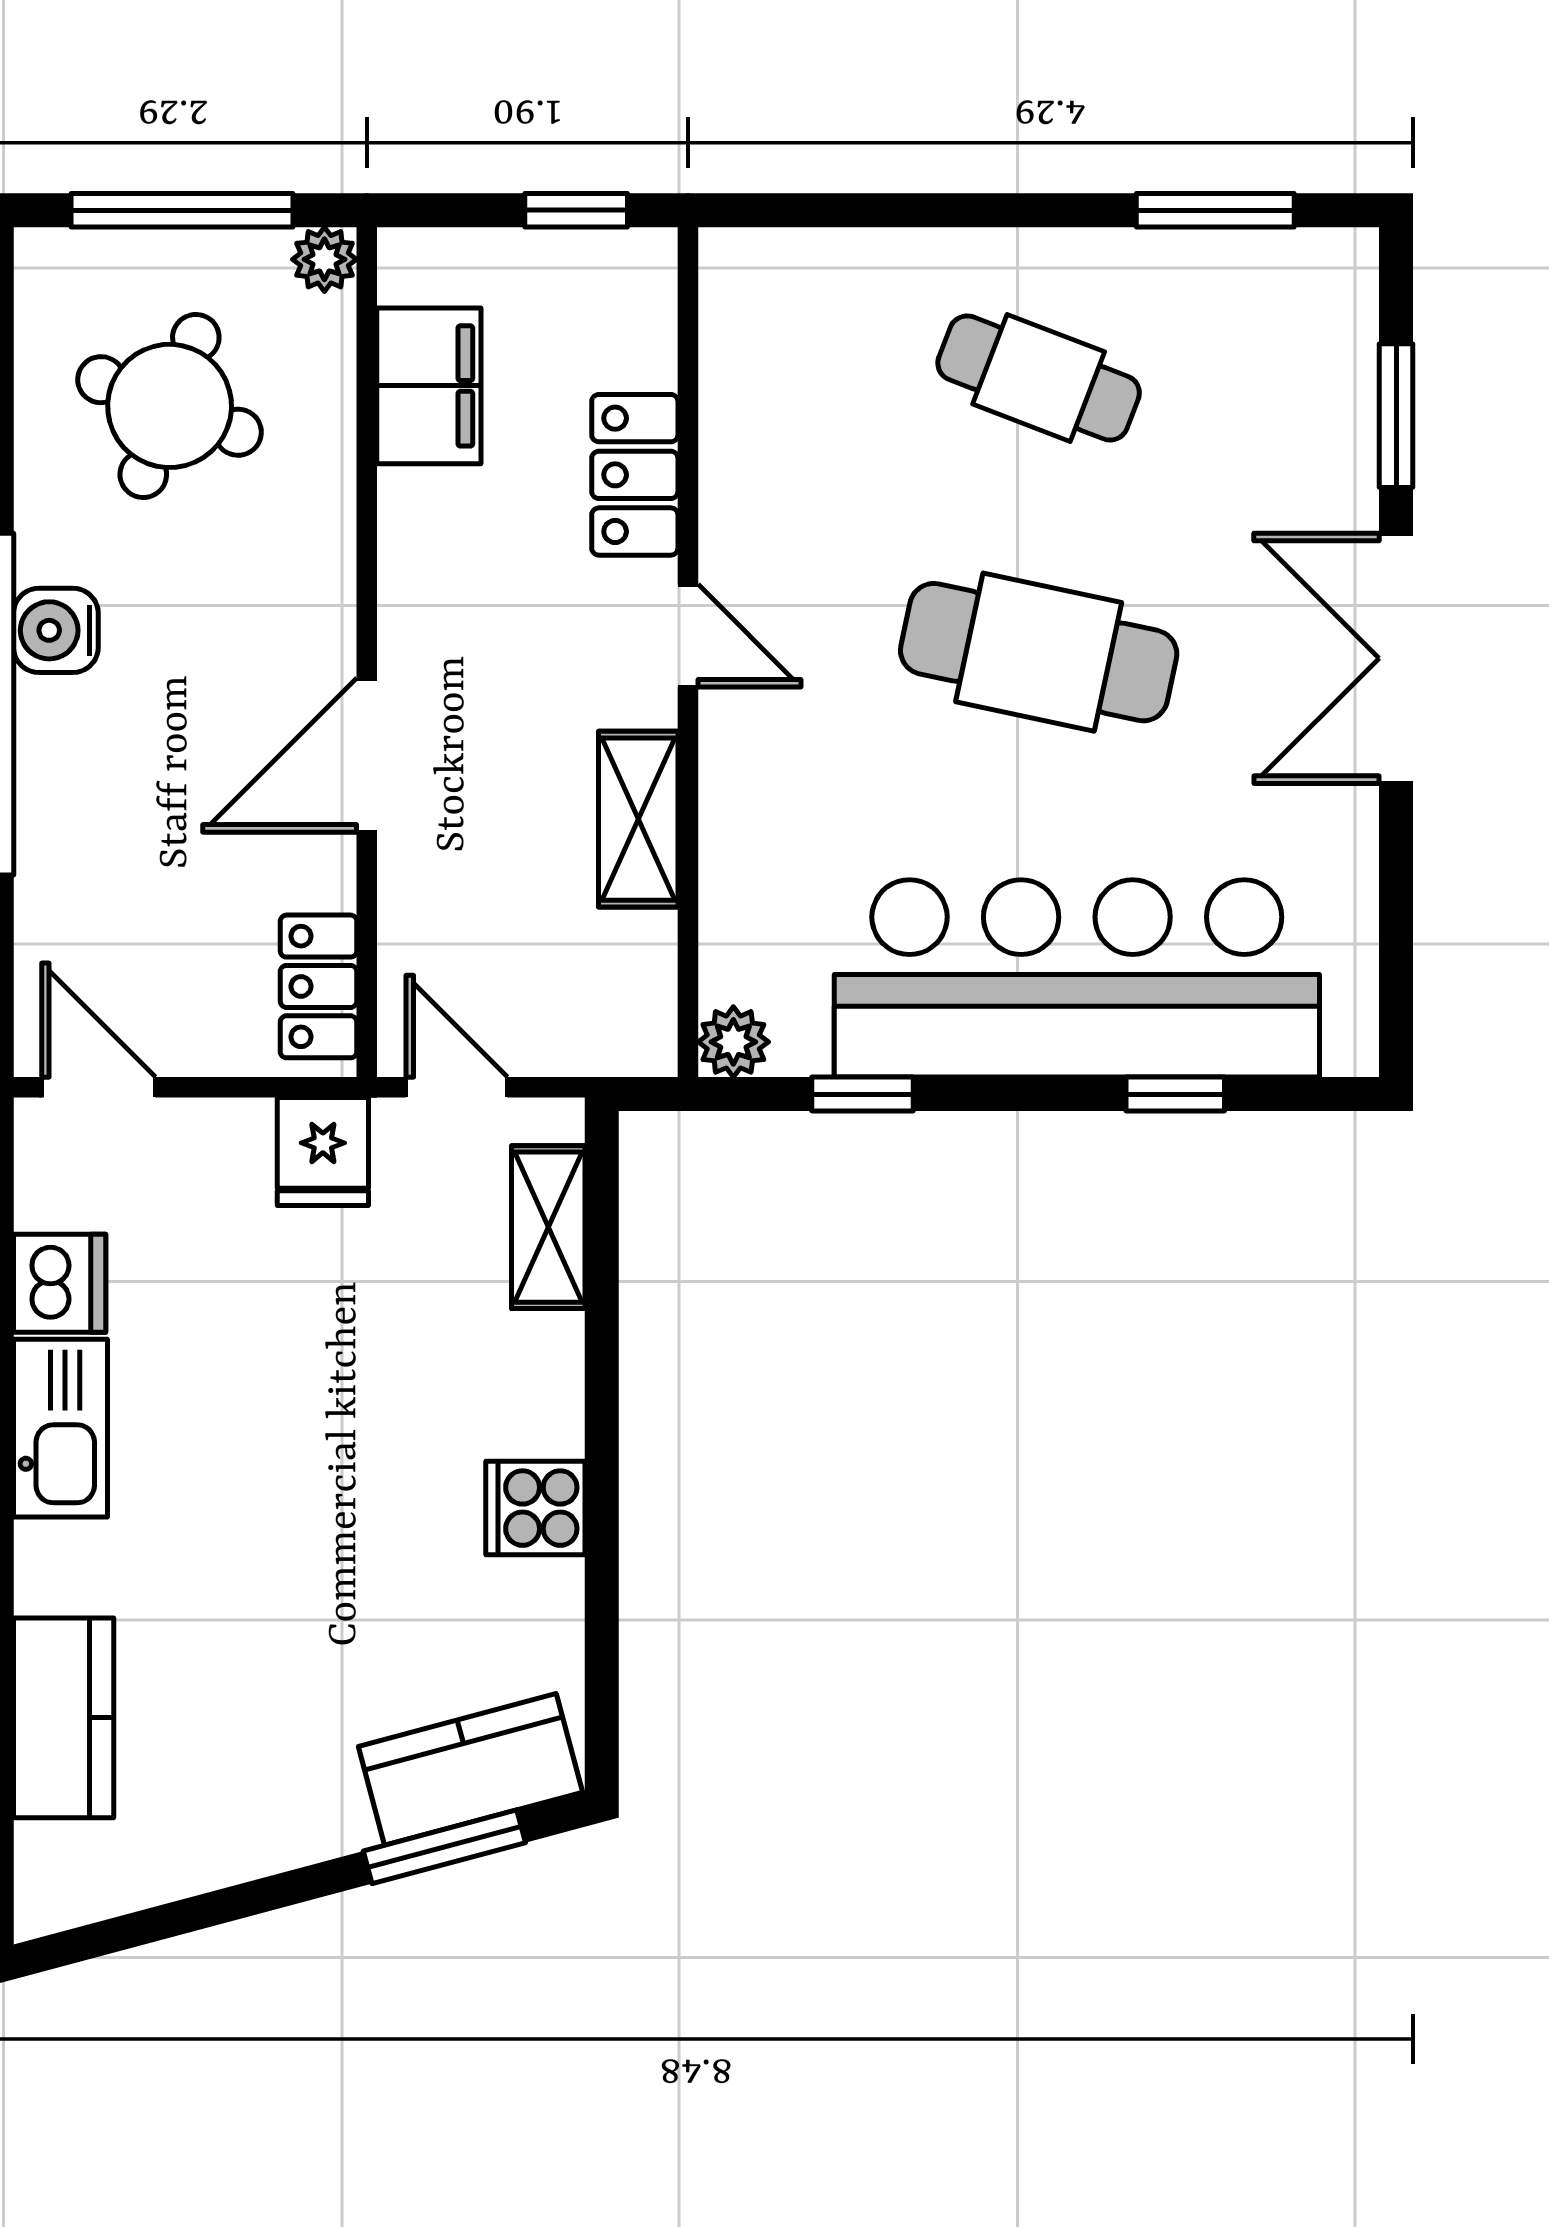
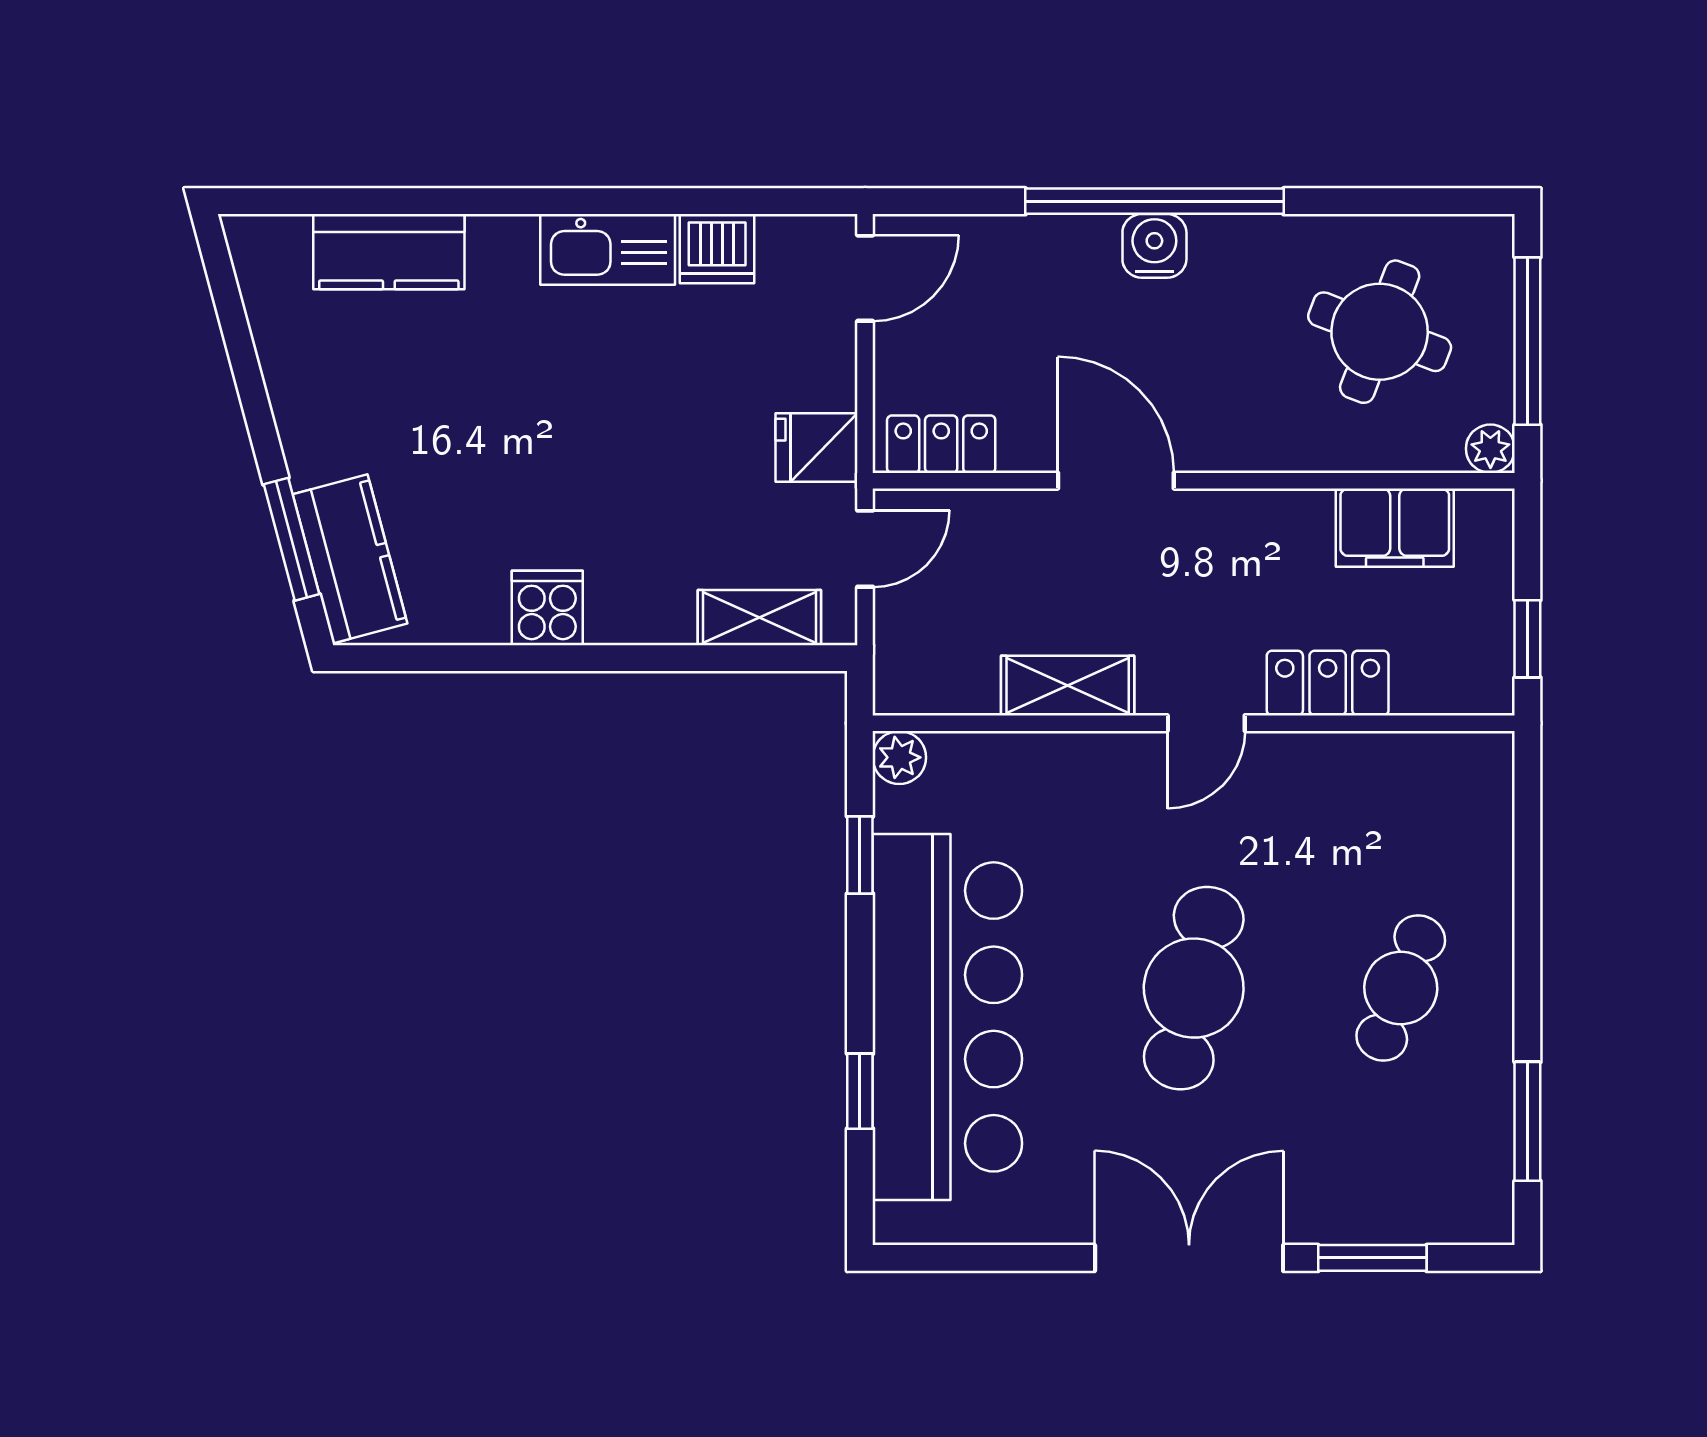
water cooler: (56, 630) -> (1154, 246), moved

